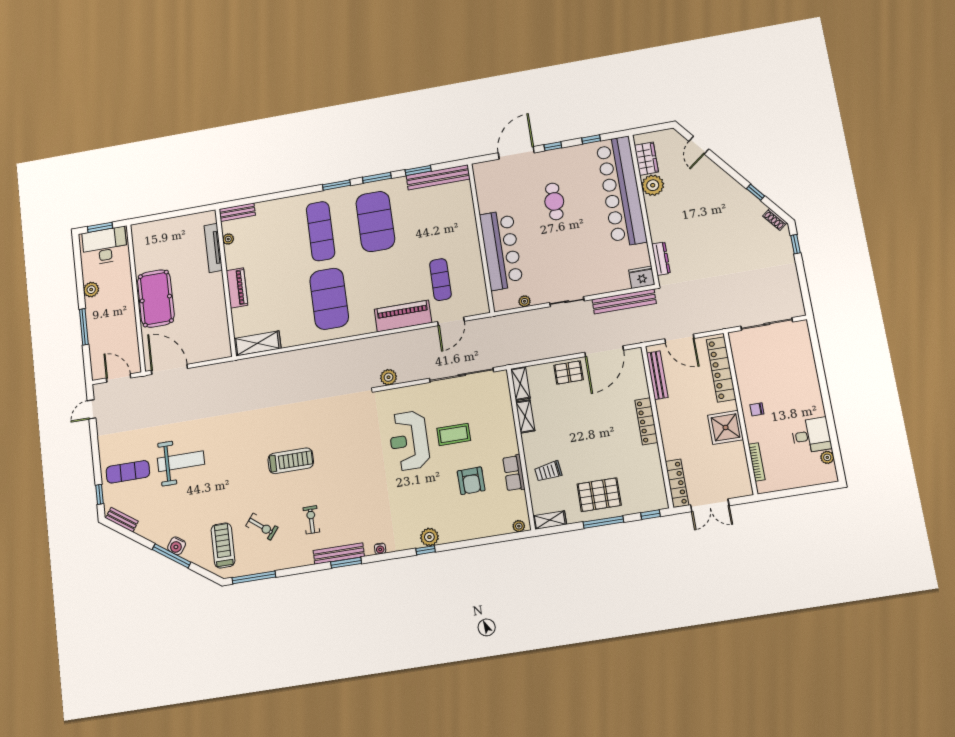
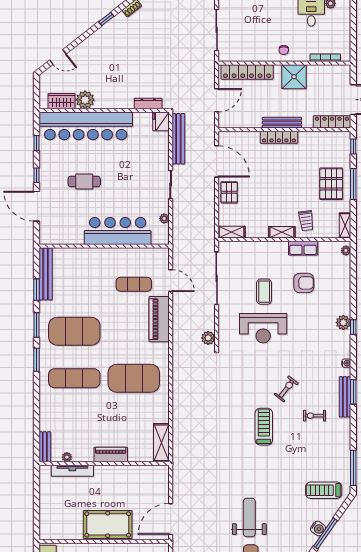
bench: (657, 375) -> (282, 123), moved
shelving: (525, 416) -> (282, 232), moved
exercise bike: (262, 527) -> (286, 389), moved

